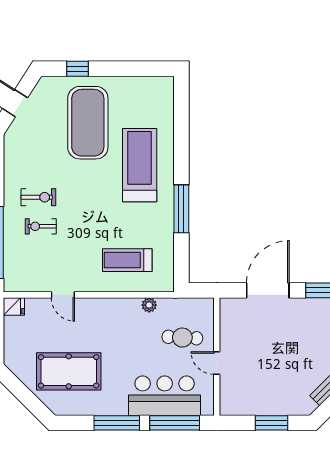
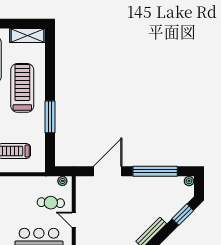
shelving: (147, 87) -> (28, 36), added
plant: (149, 305) -> (62, 181), moved

